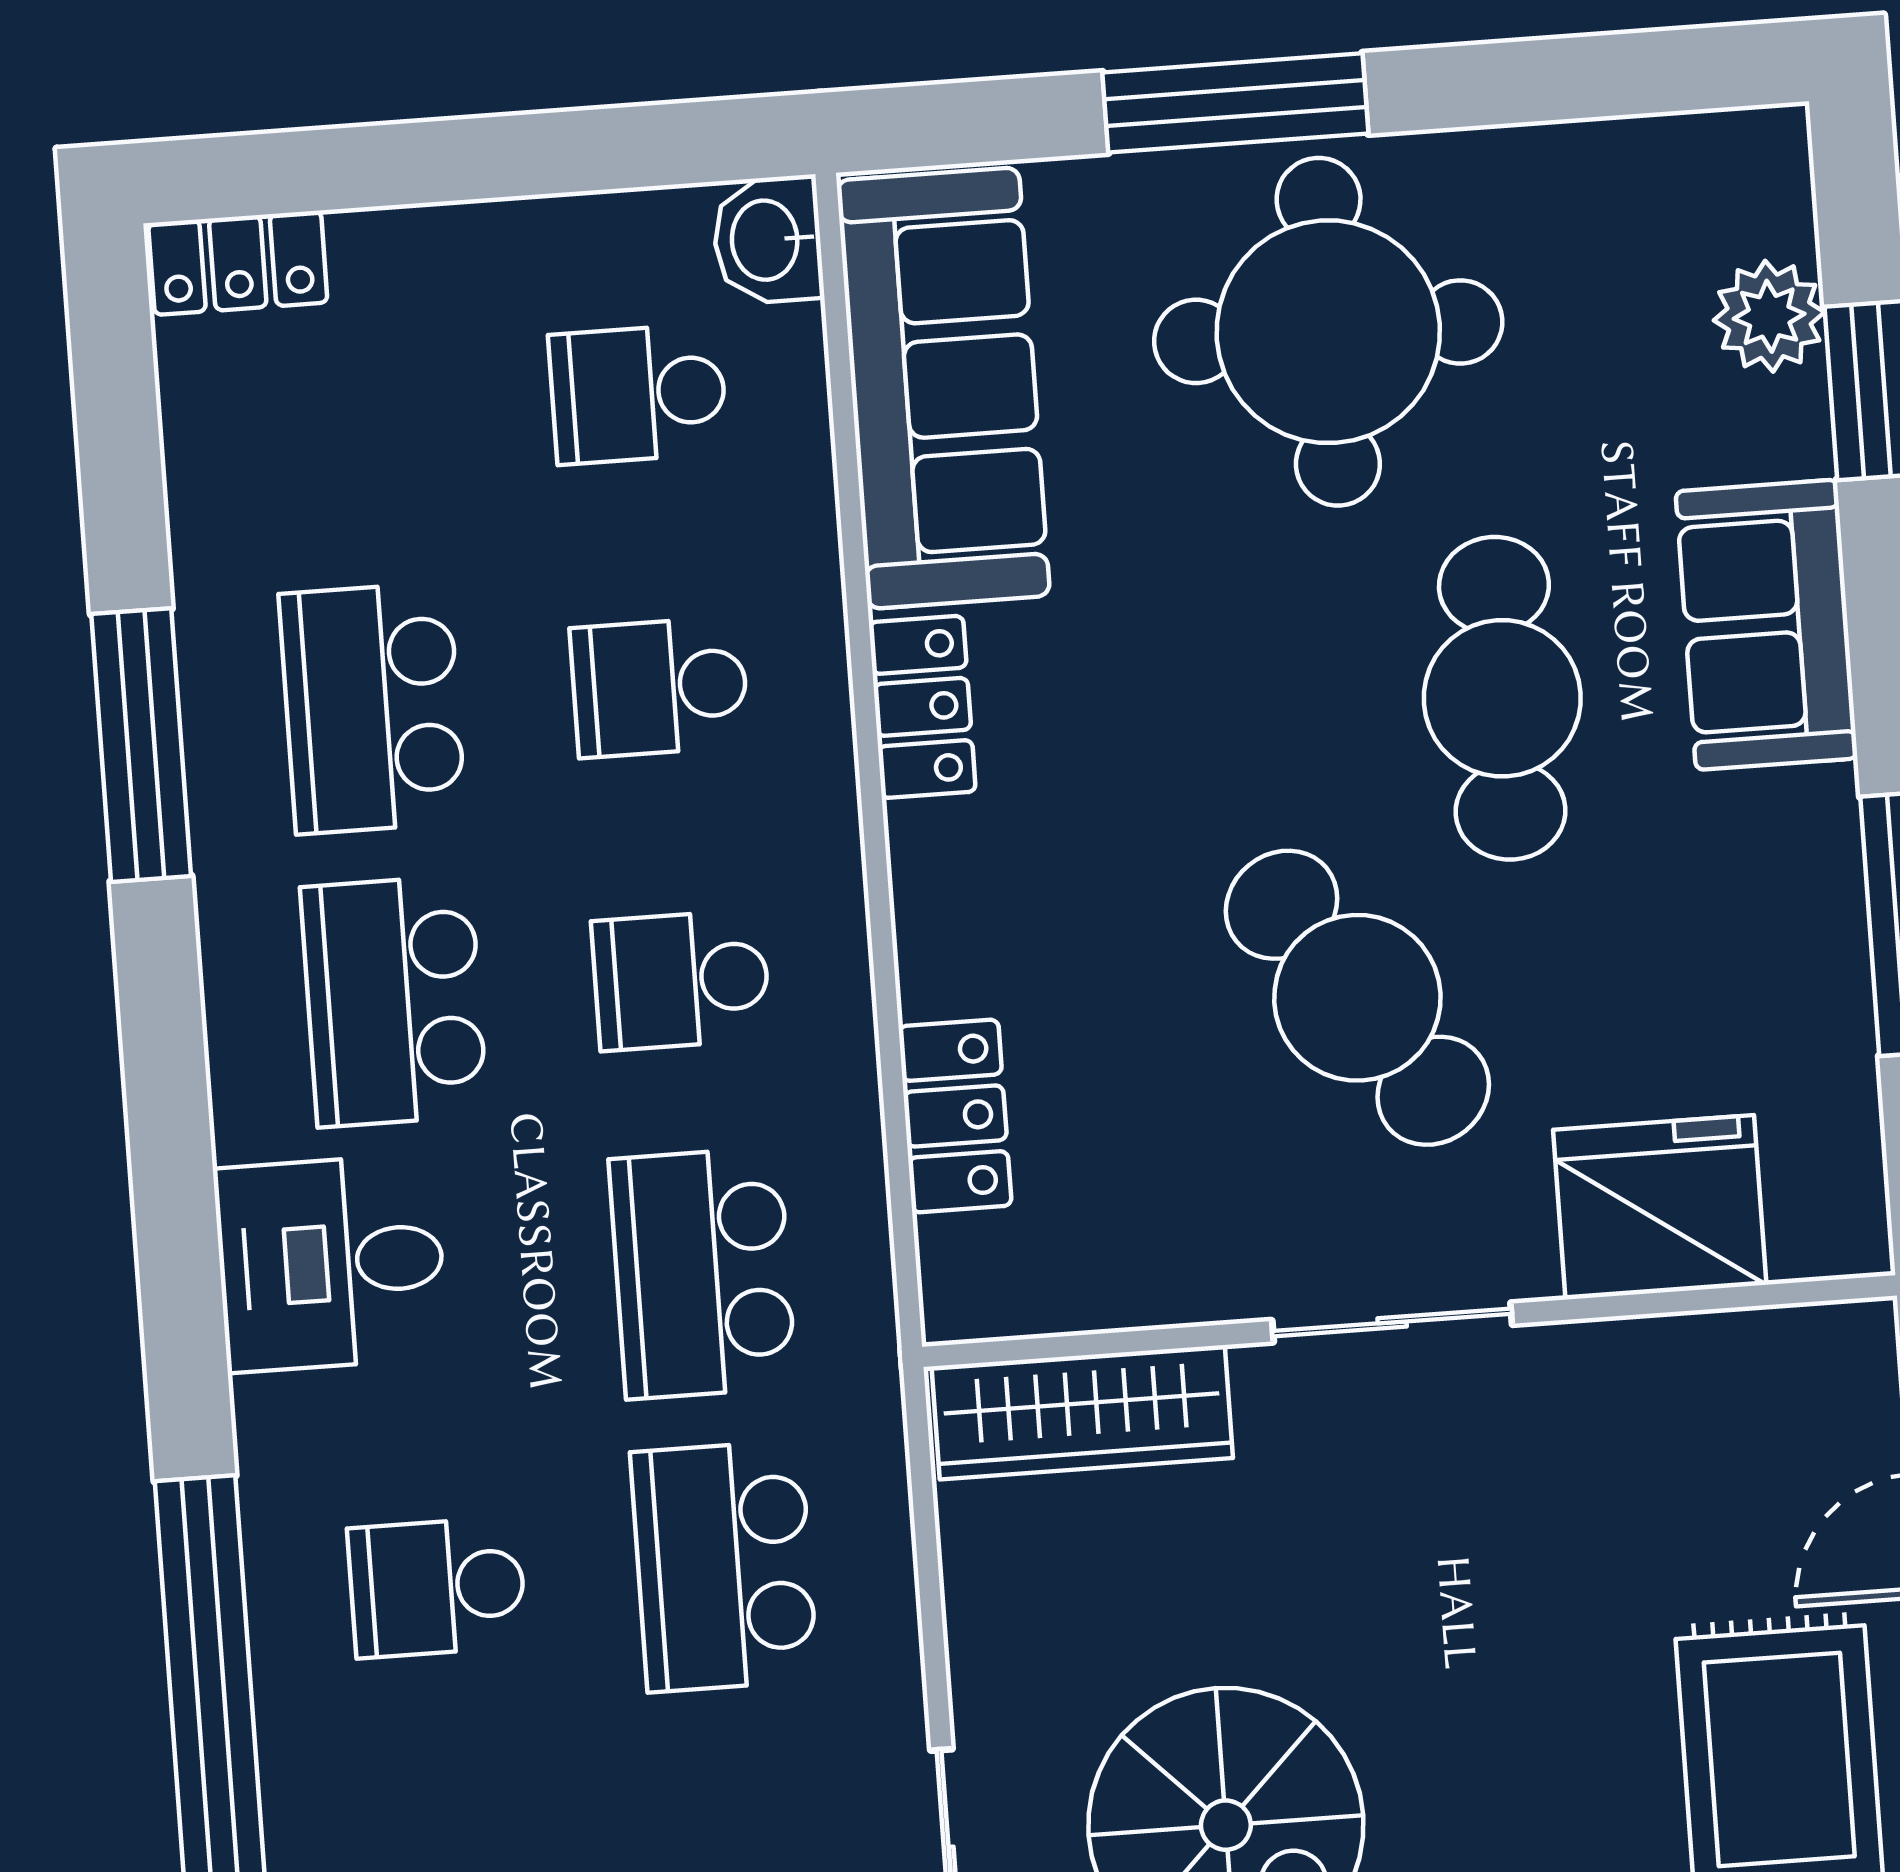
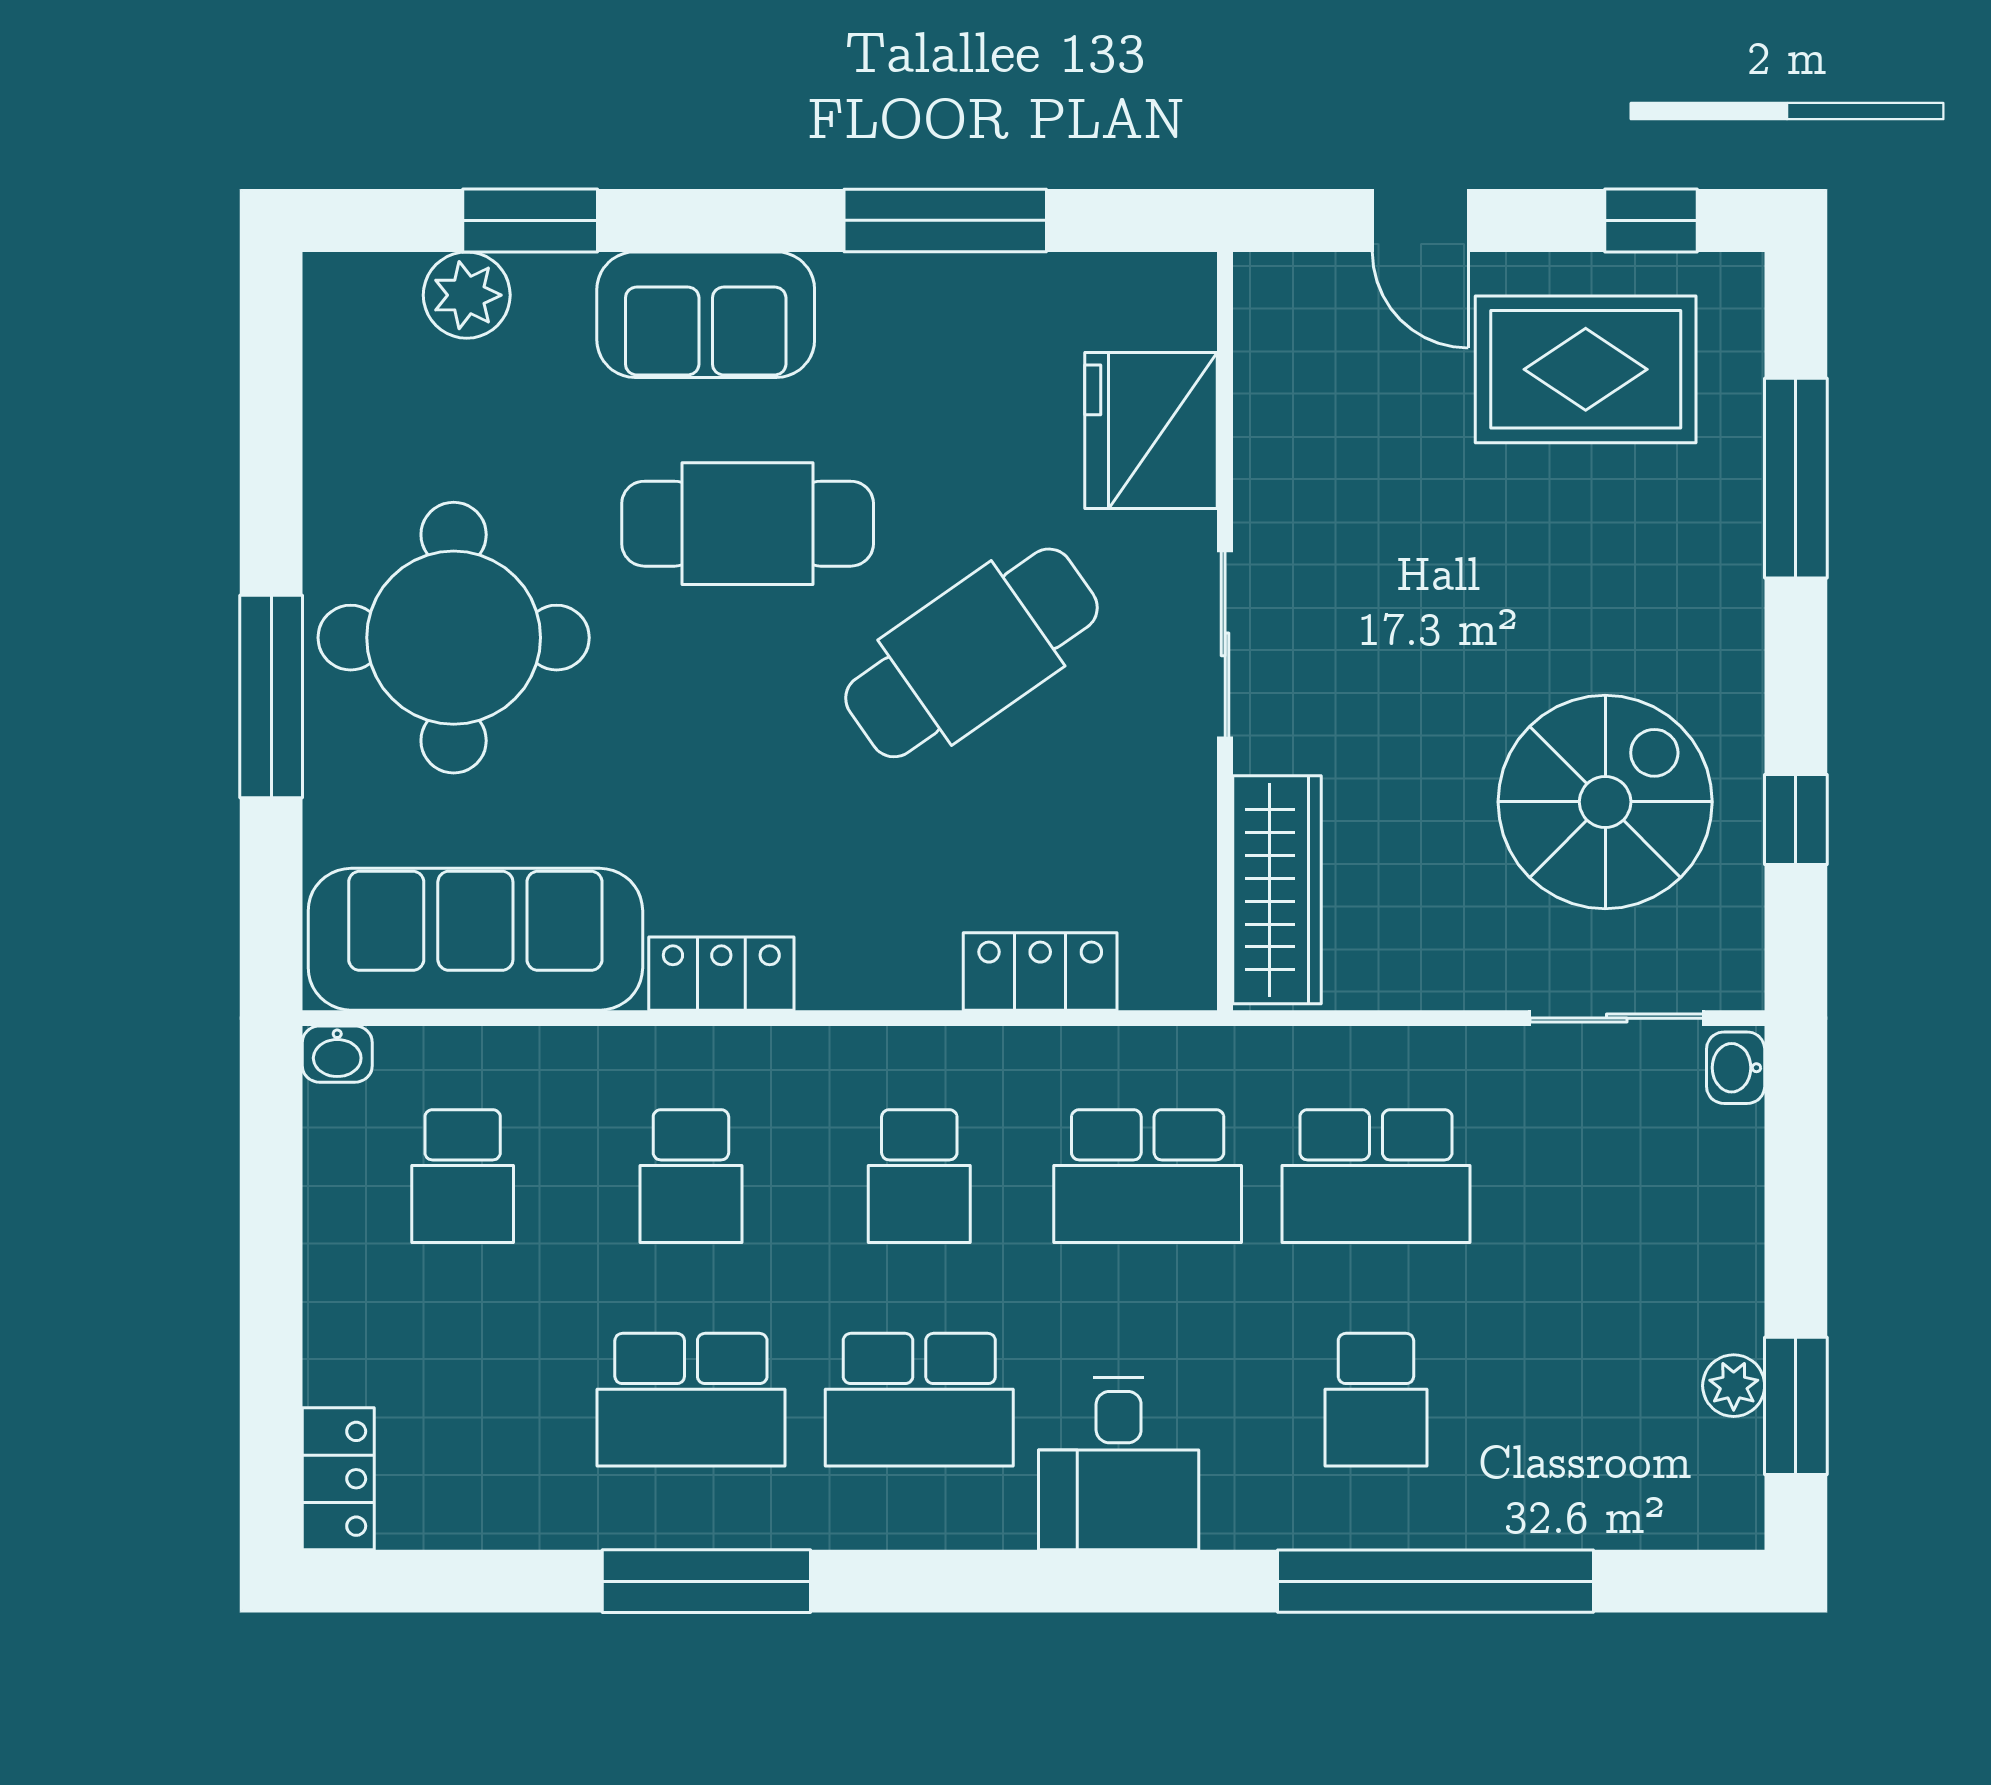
washbasin: (768, 240) -> (337, 1054), width x0.72, depth x0.69

